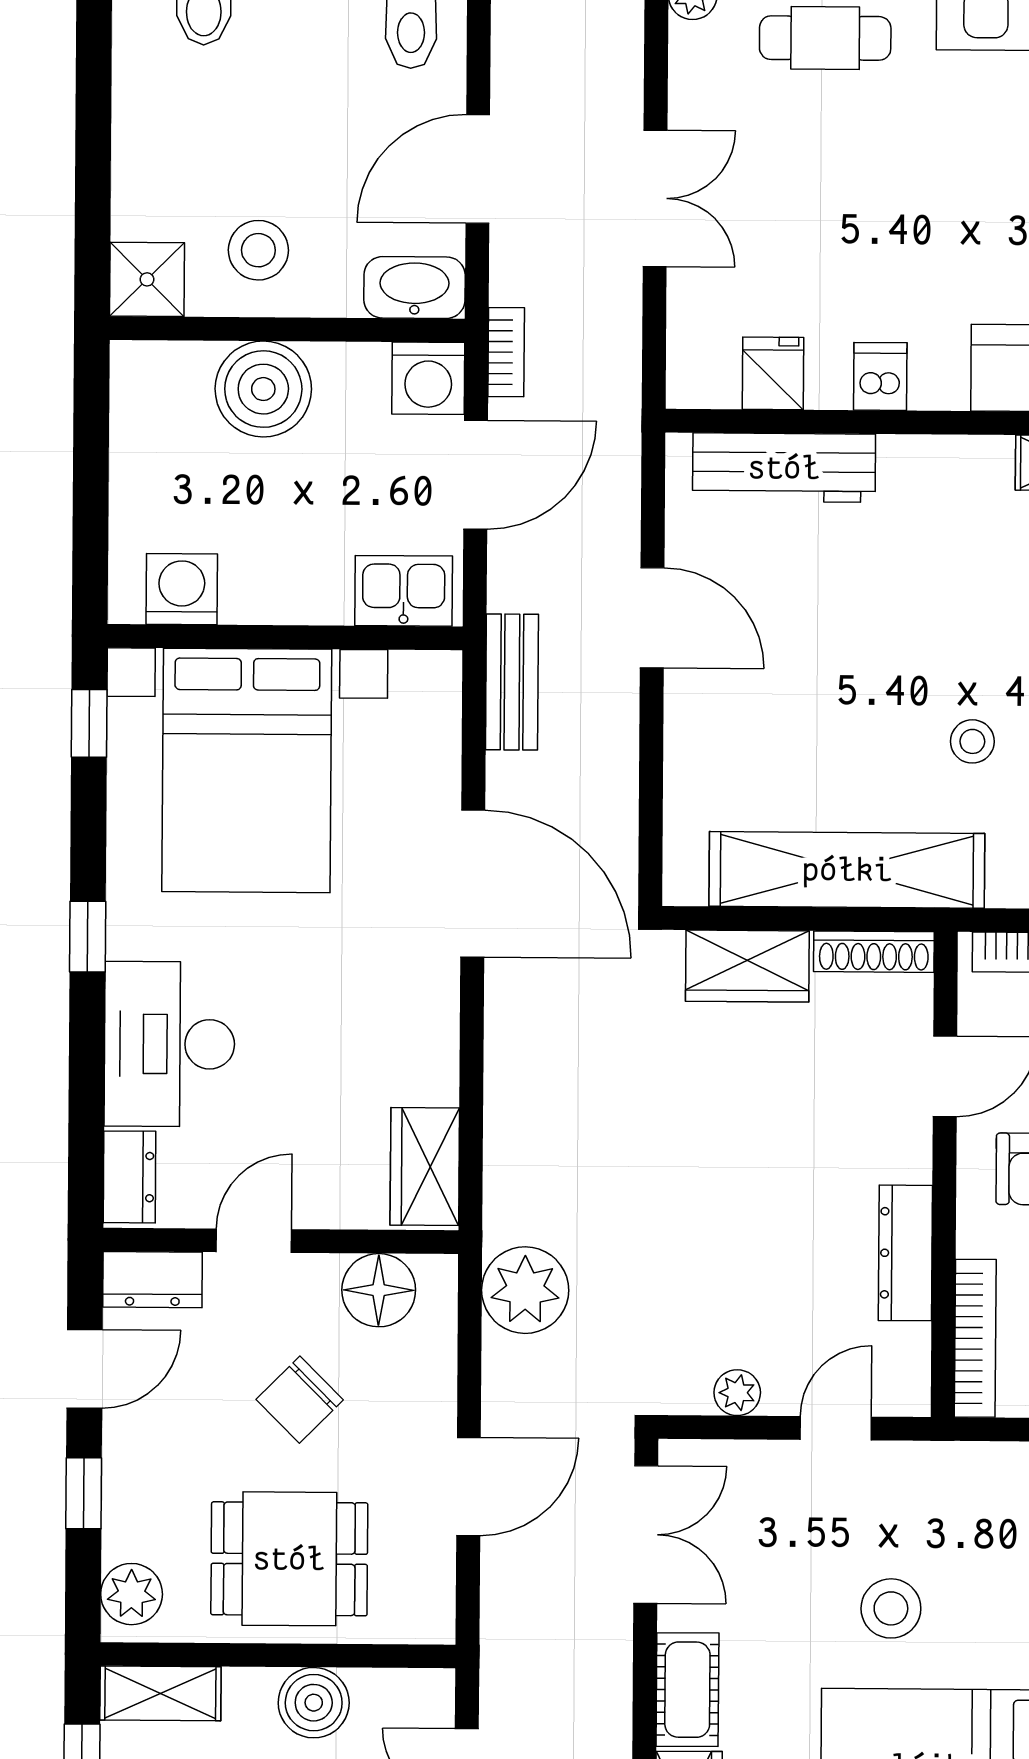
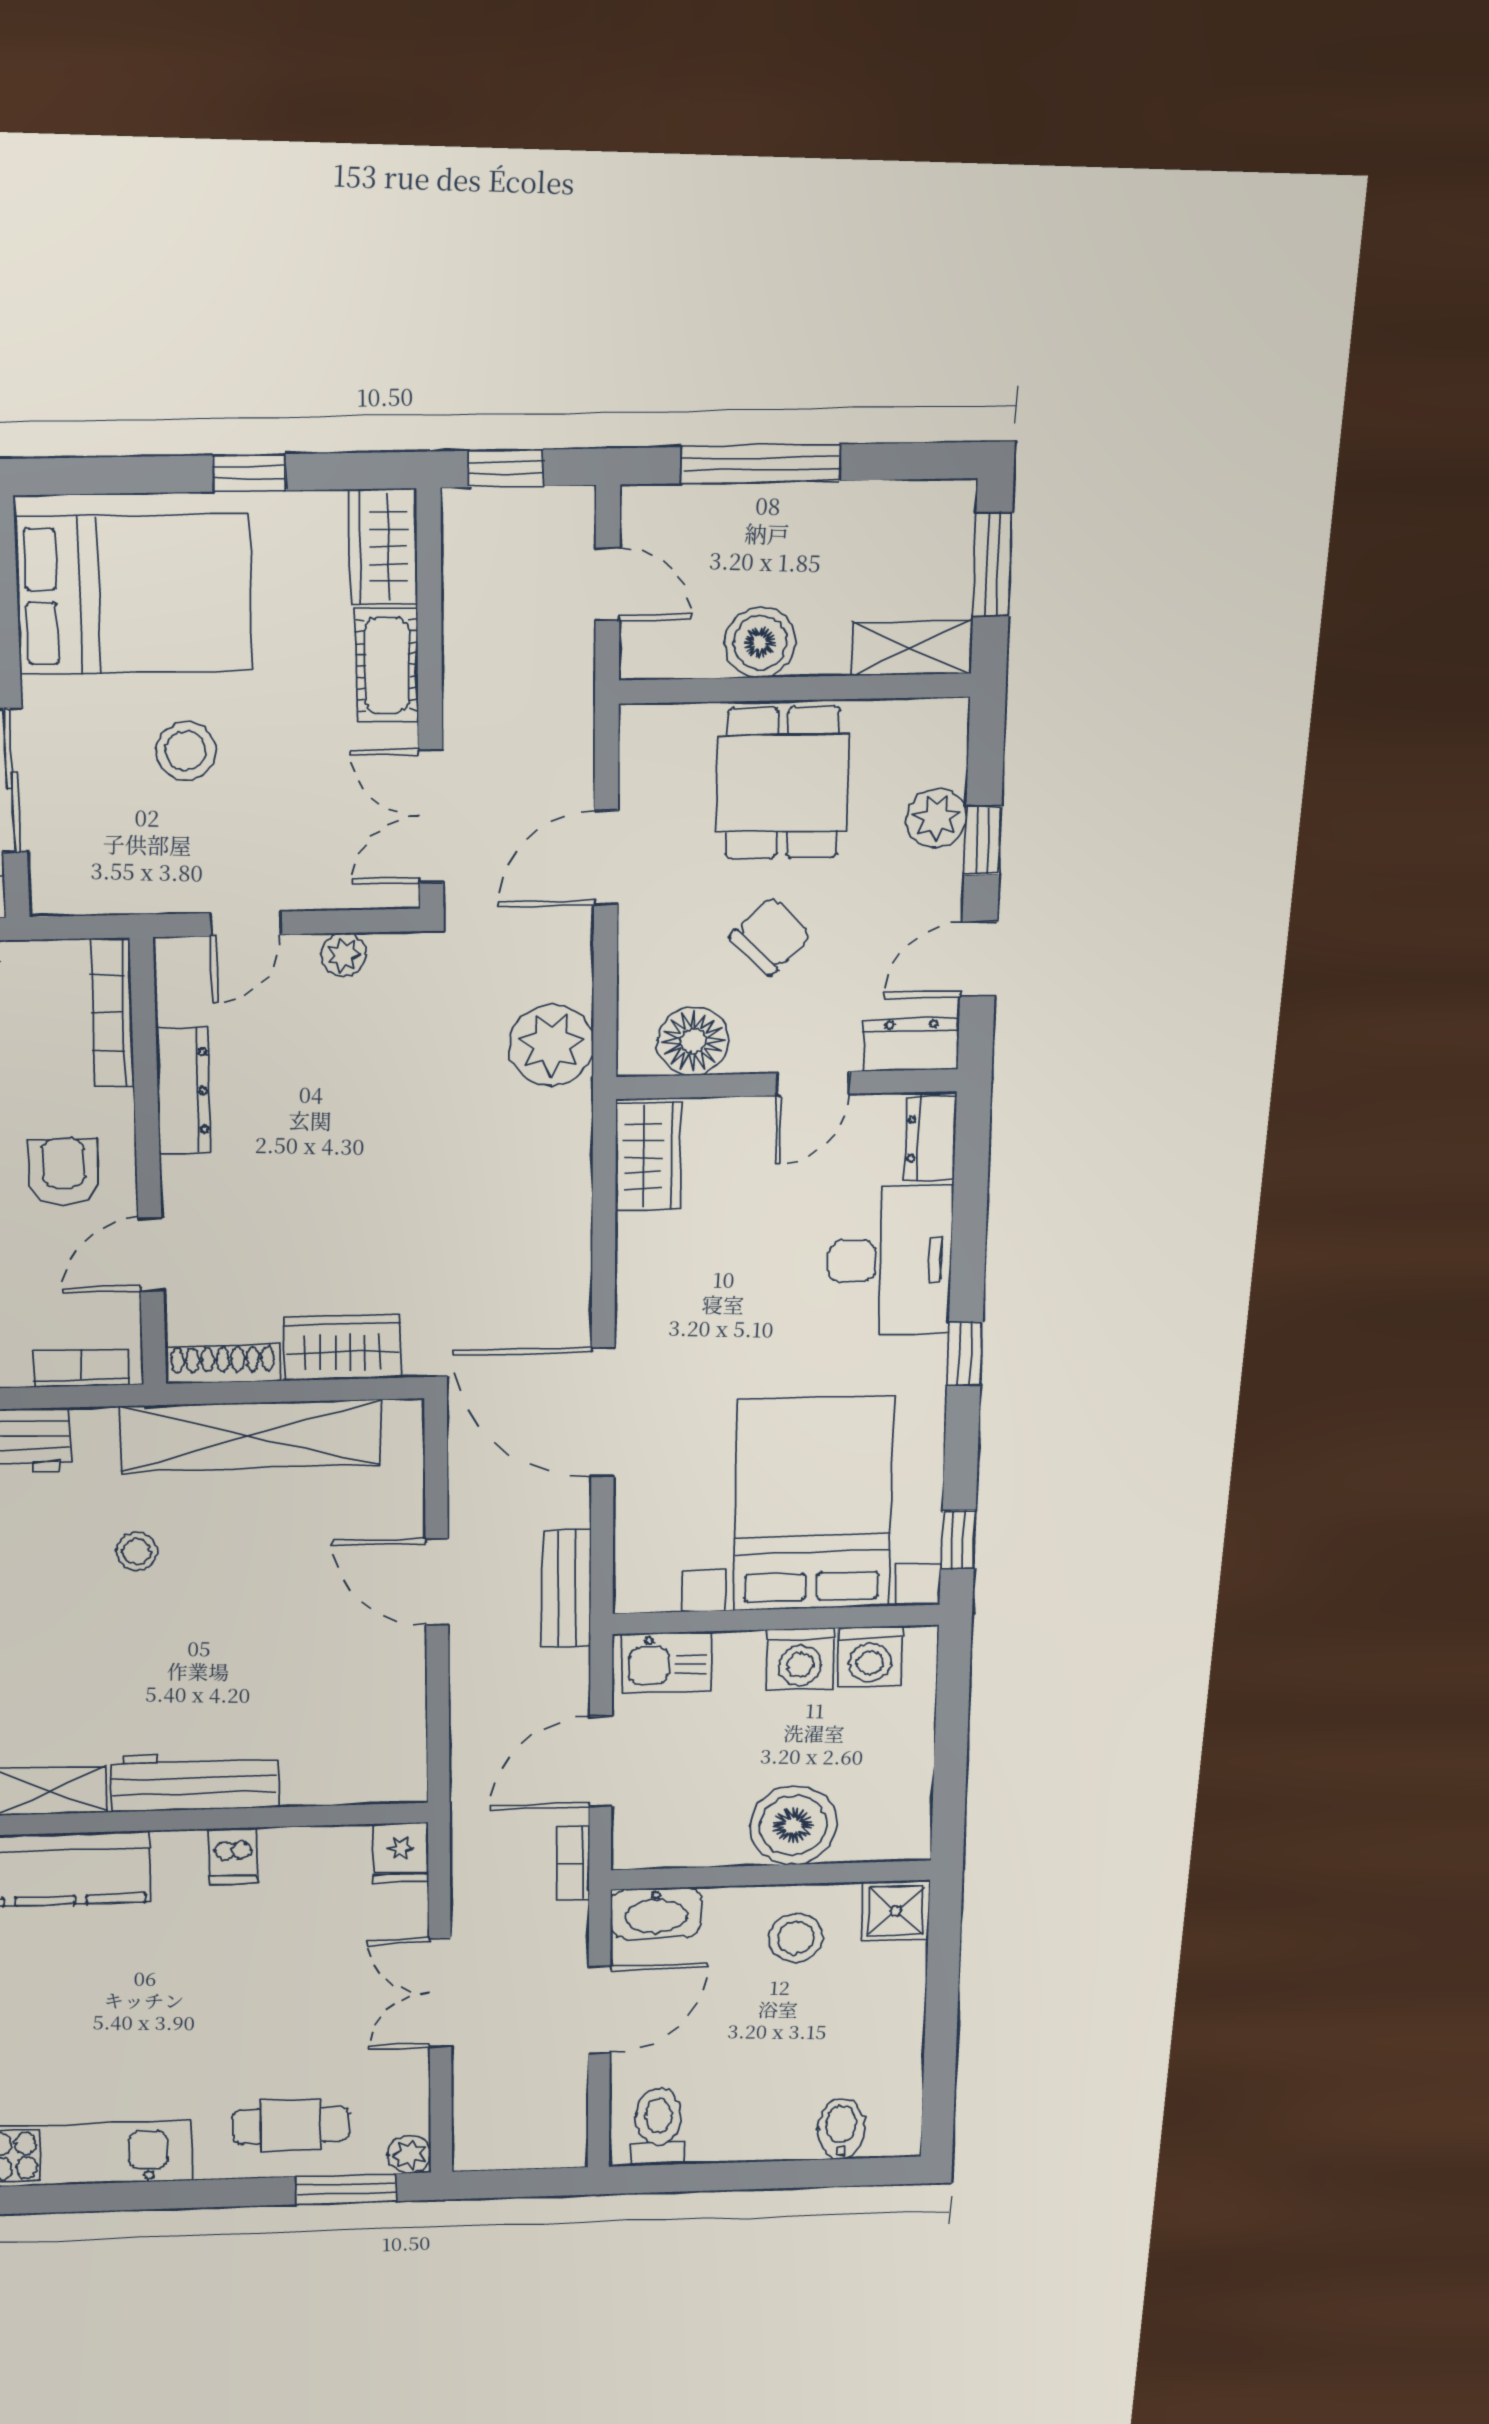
fridge: (773, 373) -> (401, 1853), moved
washing machine: (428, 378) -> (800, 1659), moved, turned 180
workbench: (784, 468) -> (194, 1781), moved
door: (652, 618) -> (437, 1582), moved
dining table: (289, 1559) -> (783, 783), turned 90
plant: (132, 1594) -> (936, 818), moved

